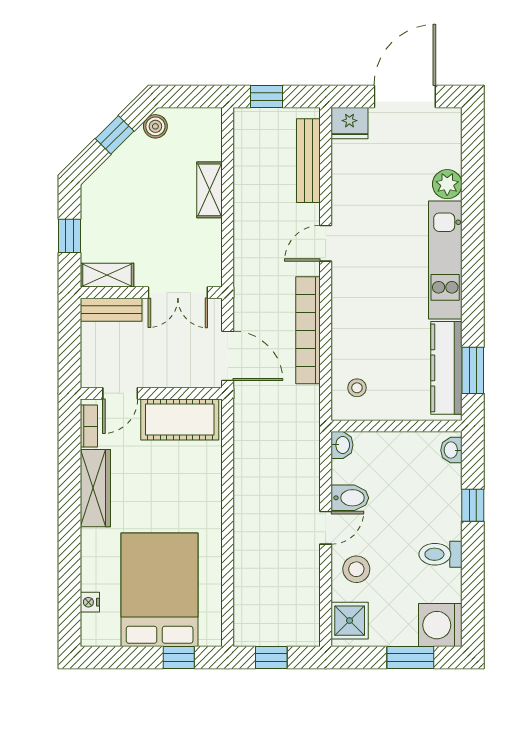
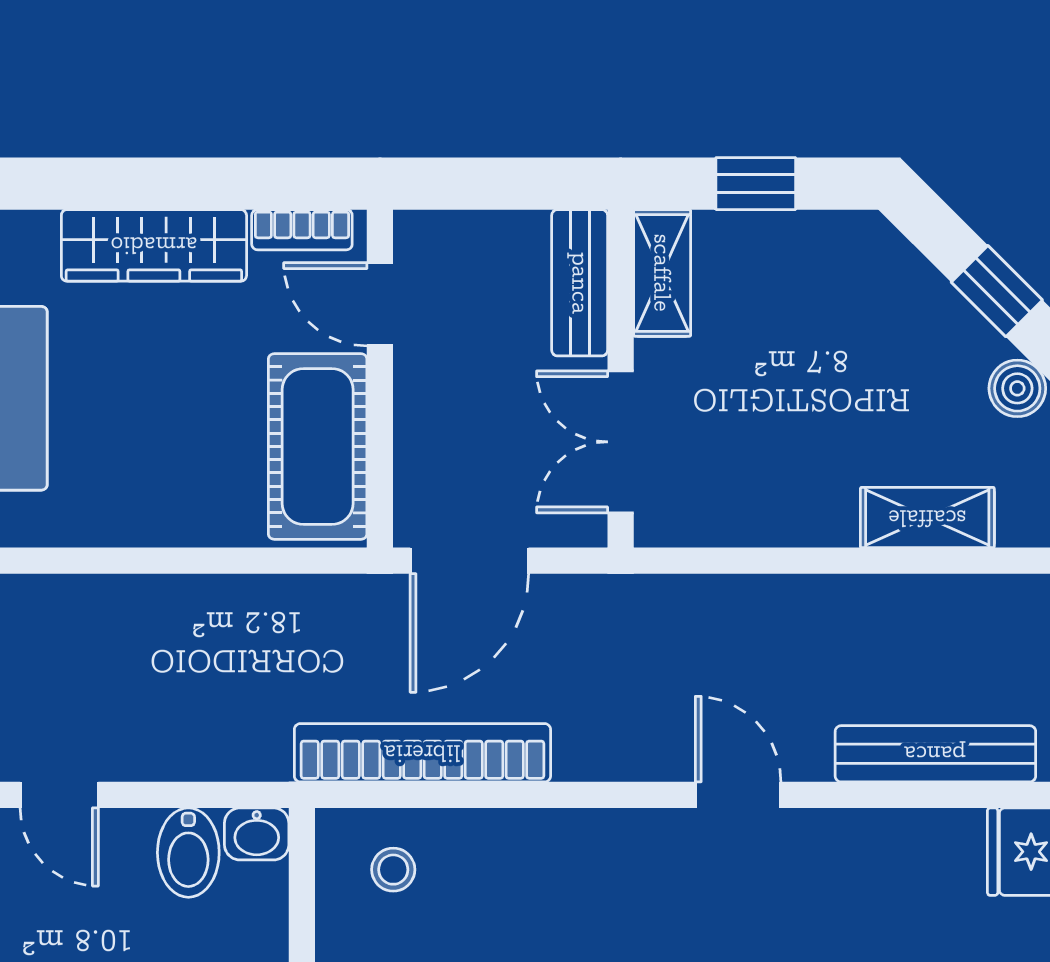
shelving: (210, 190) -> (927, 518), moved
bookcase: (308, 330) -> (422, 753), moved
bidet: (350, 498) -> (188, 853), moved

